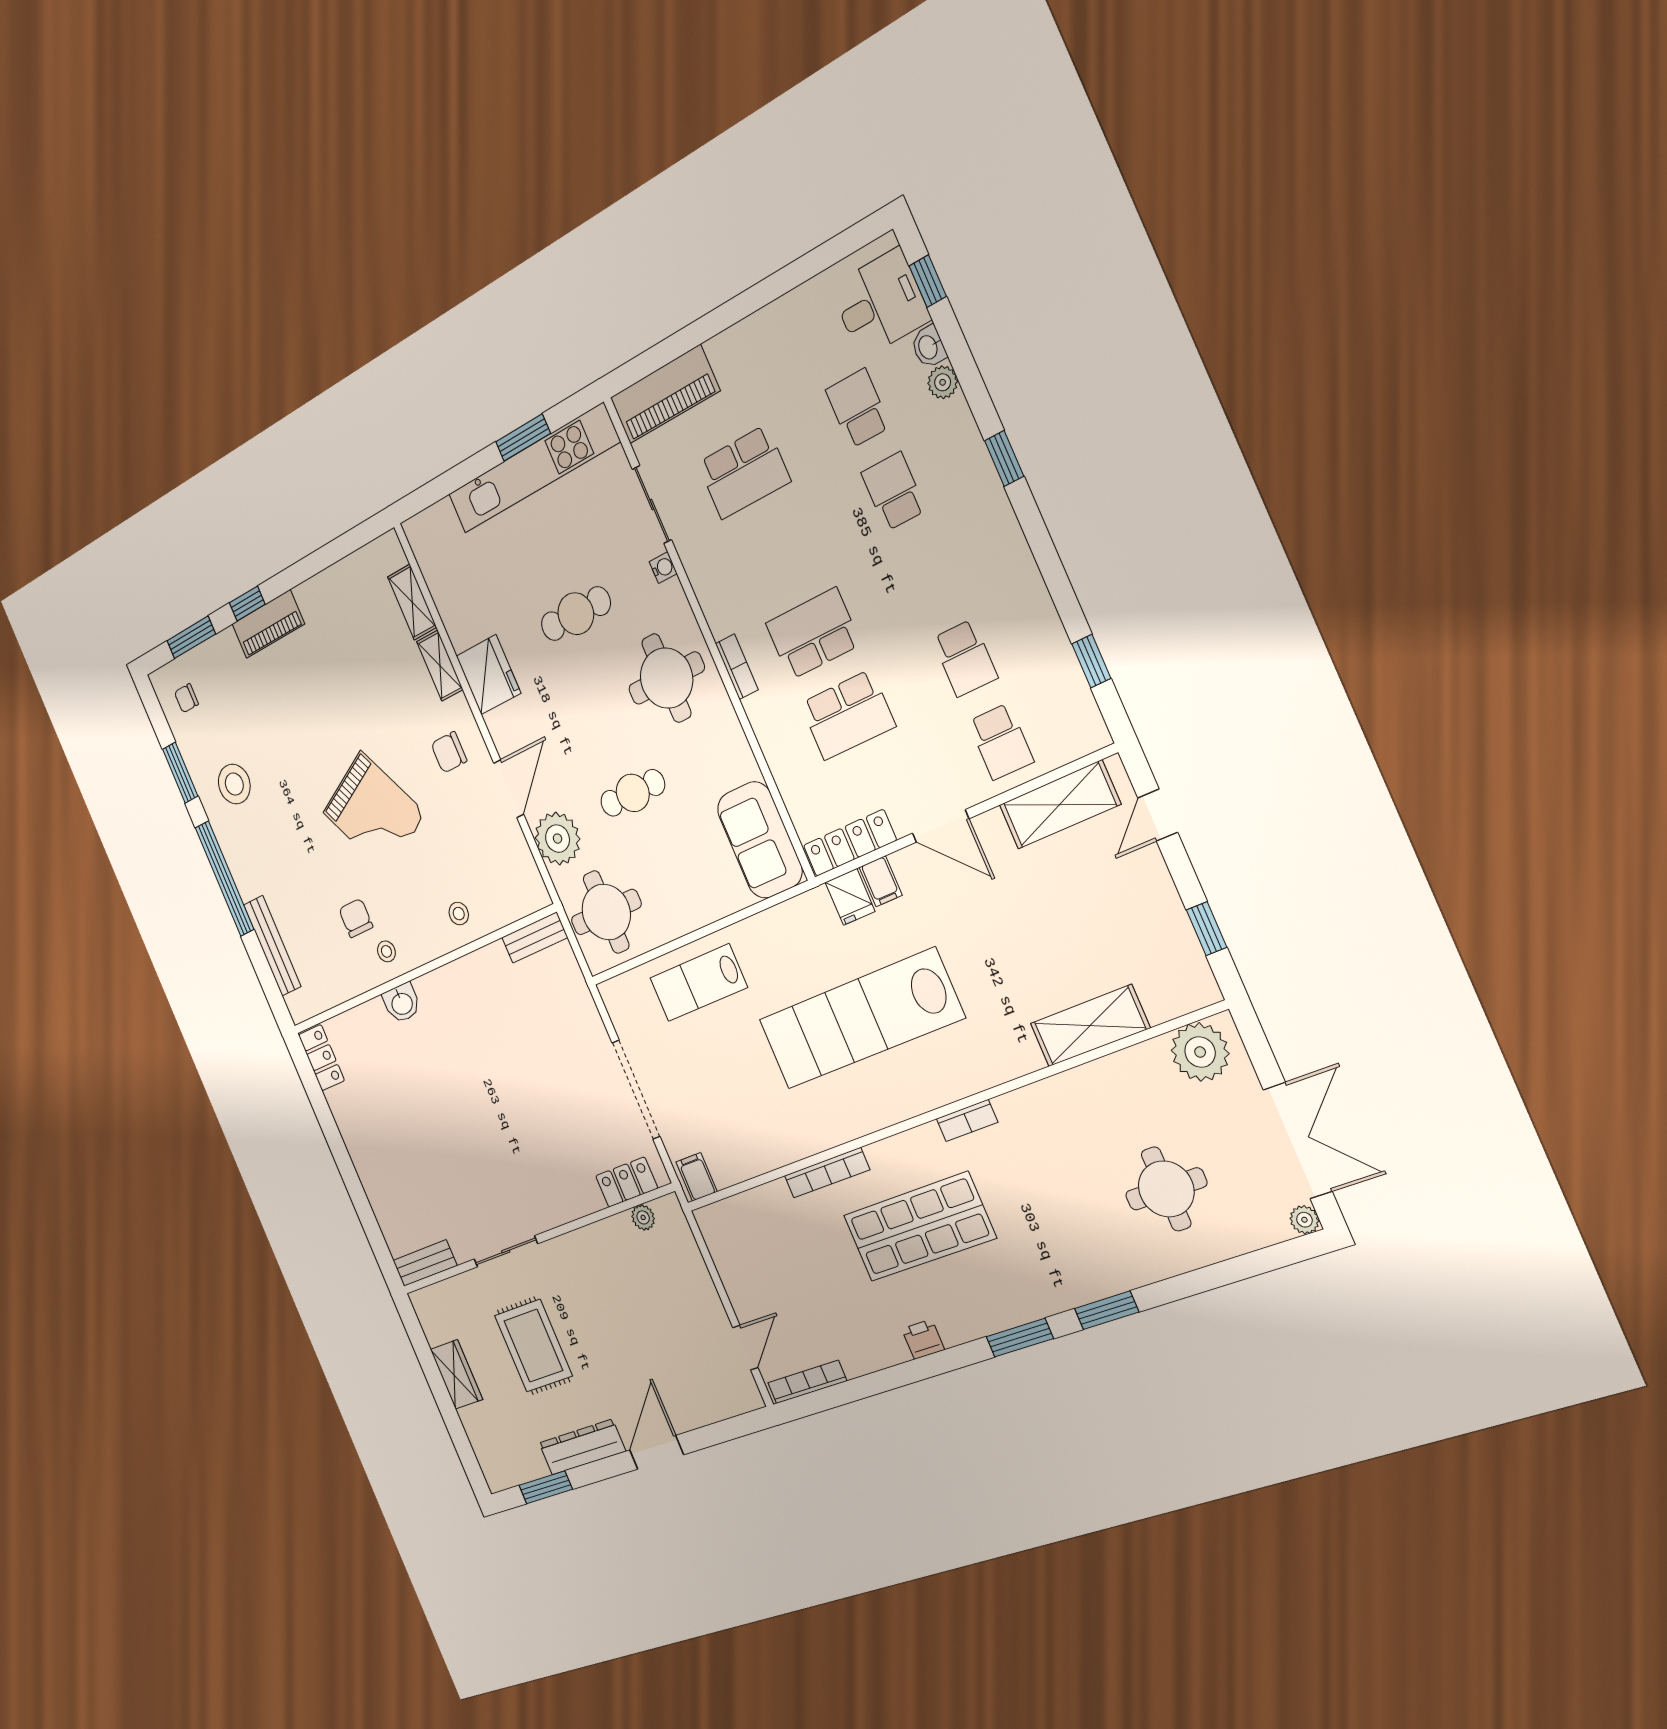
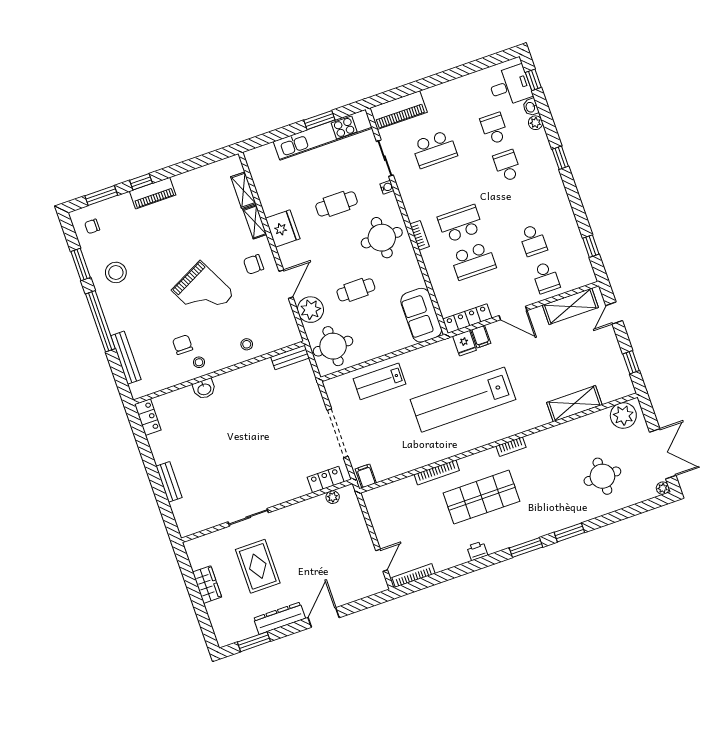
bench: (425, 1263) -> (169, 482), moved, turned 90

